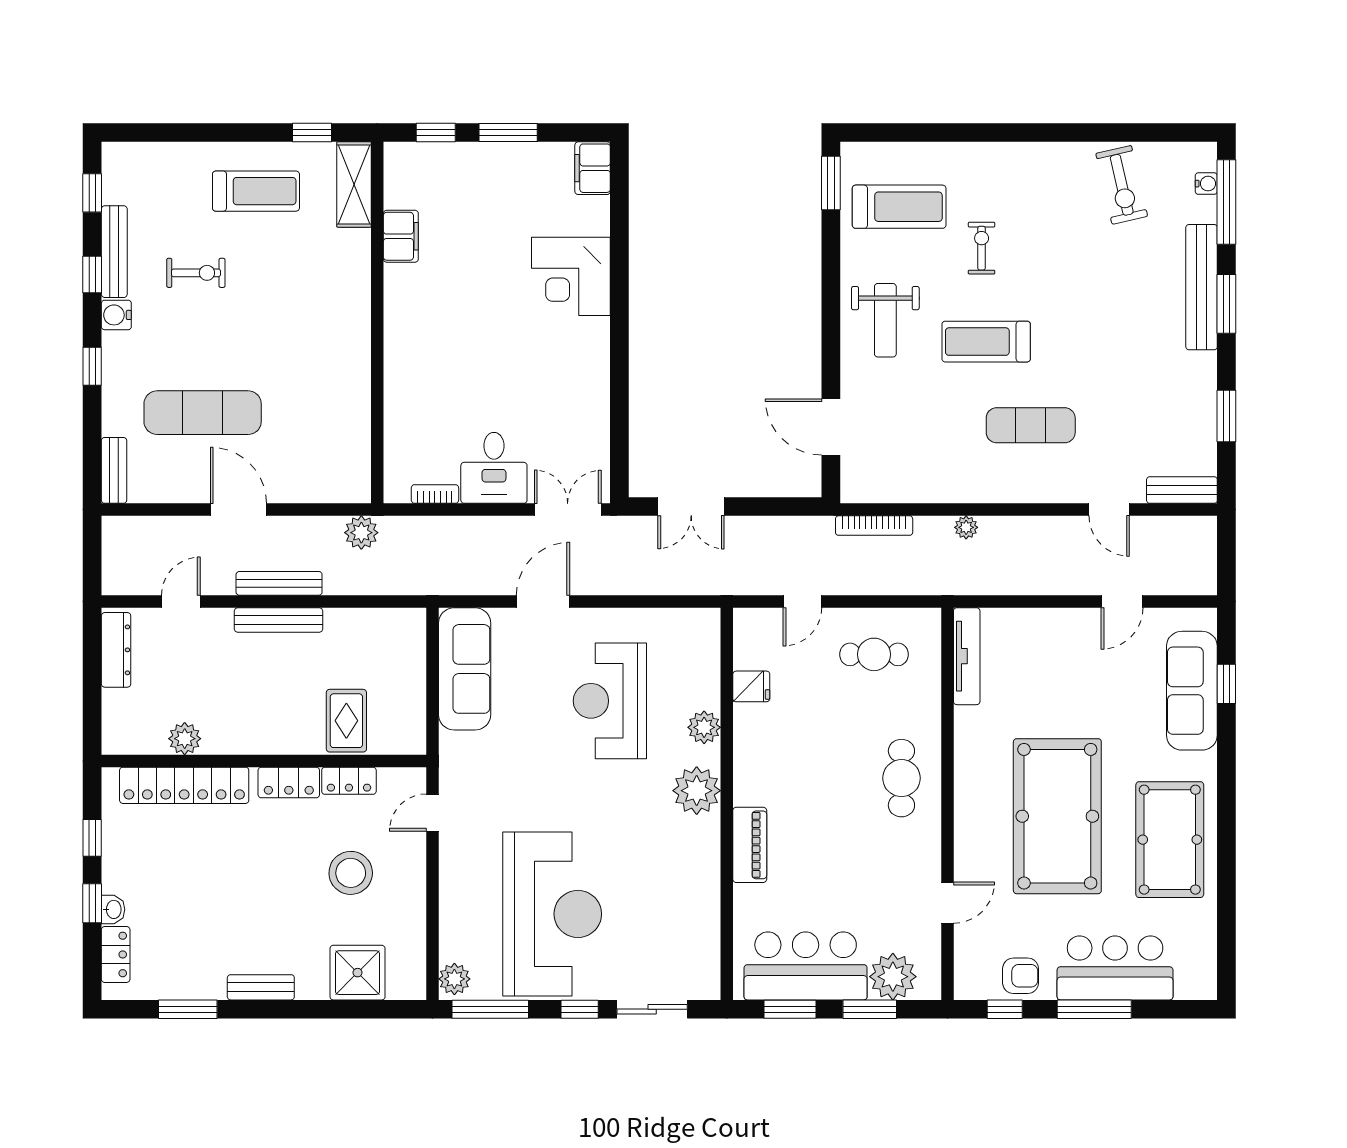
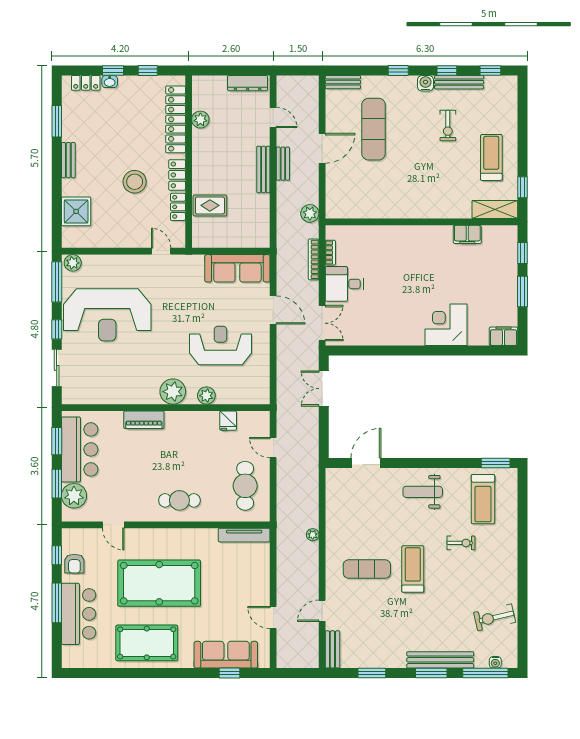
treadmill: (256, 191) -> (491, 157), turned 180
treadmill: (986, 342) -> (413, 569), moved
exercise mat: (1031, 425) -> (367, 569), turned 90
bookcase: (874, 526) -> (314, 259), moved
bench: (279, 583) -> (283, 164), width x0.73
cafe table: (874, 654) -> (245, 486), width x1.37, depth x1.35
stool: (351, 873) -> (135, 182), moved

